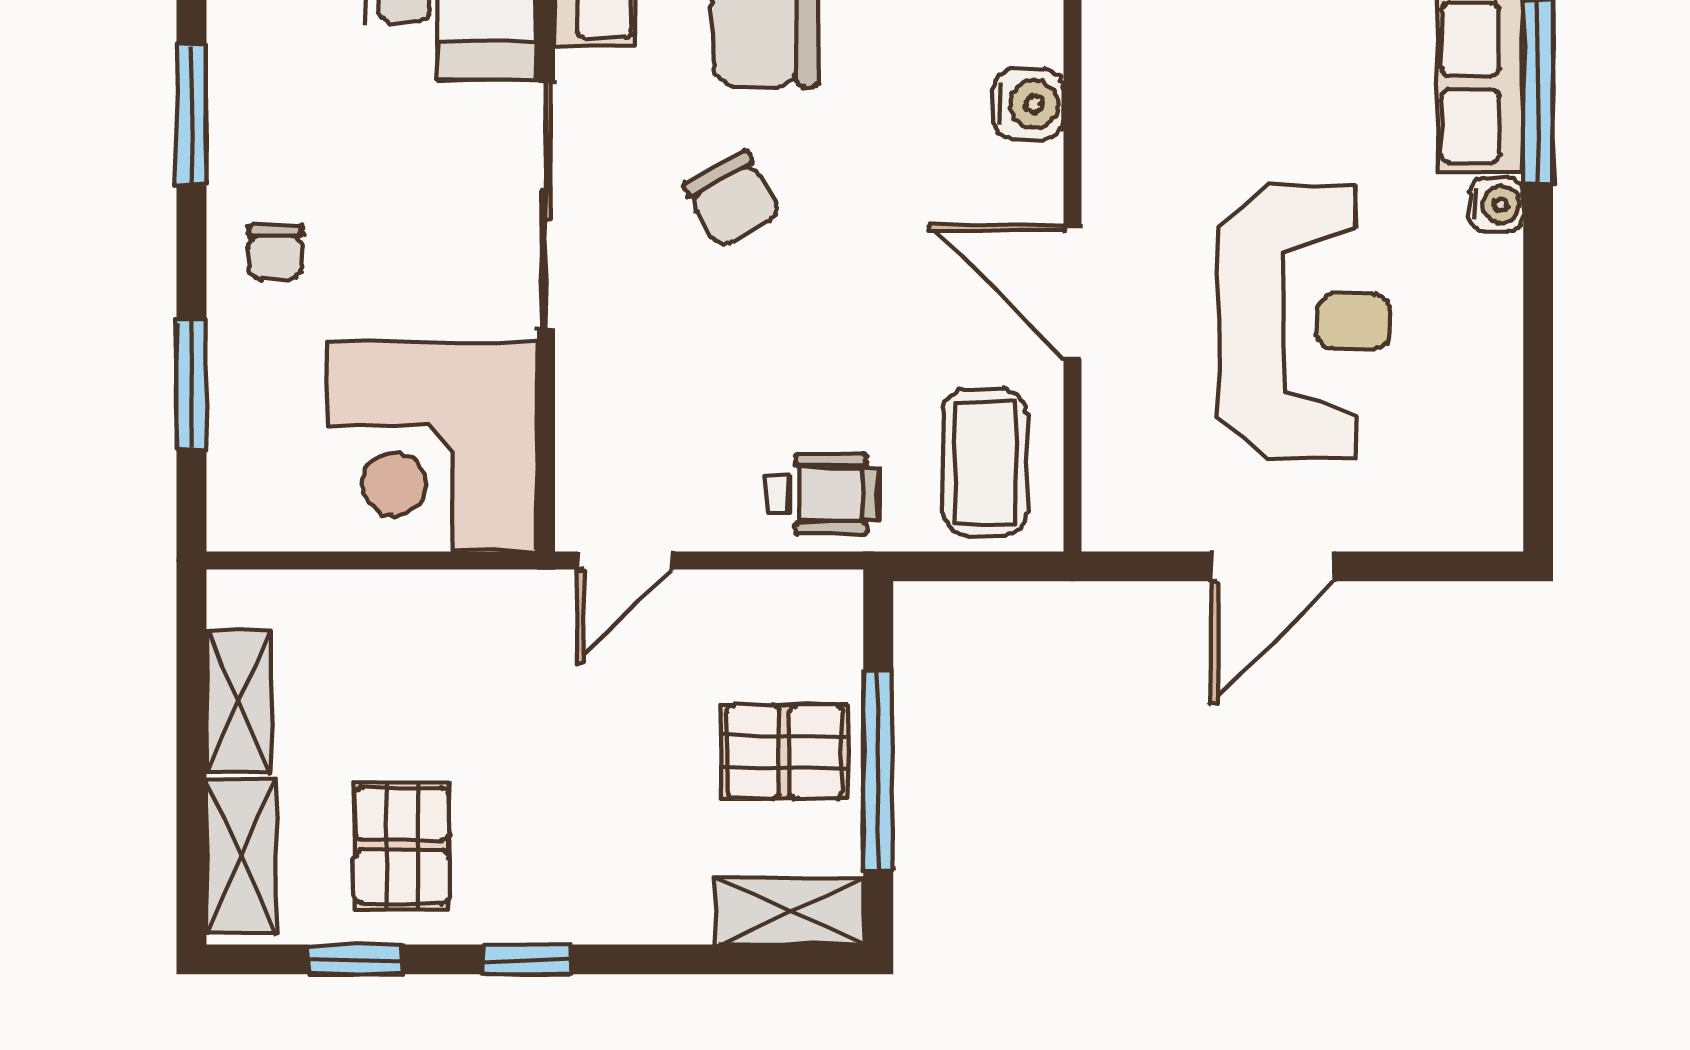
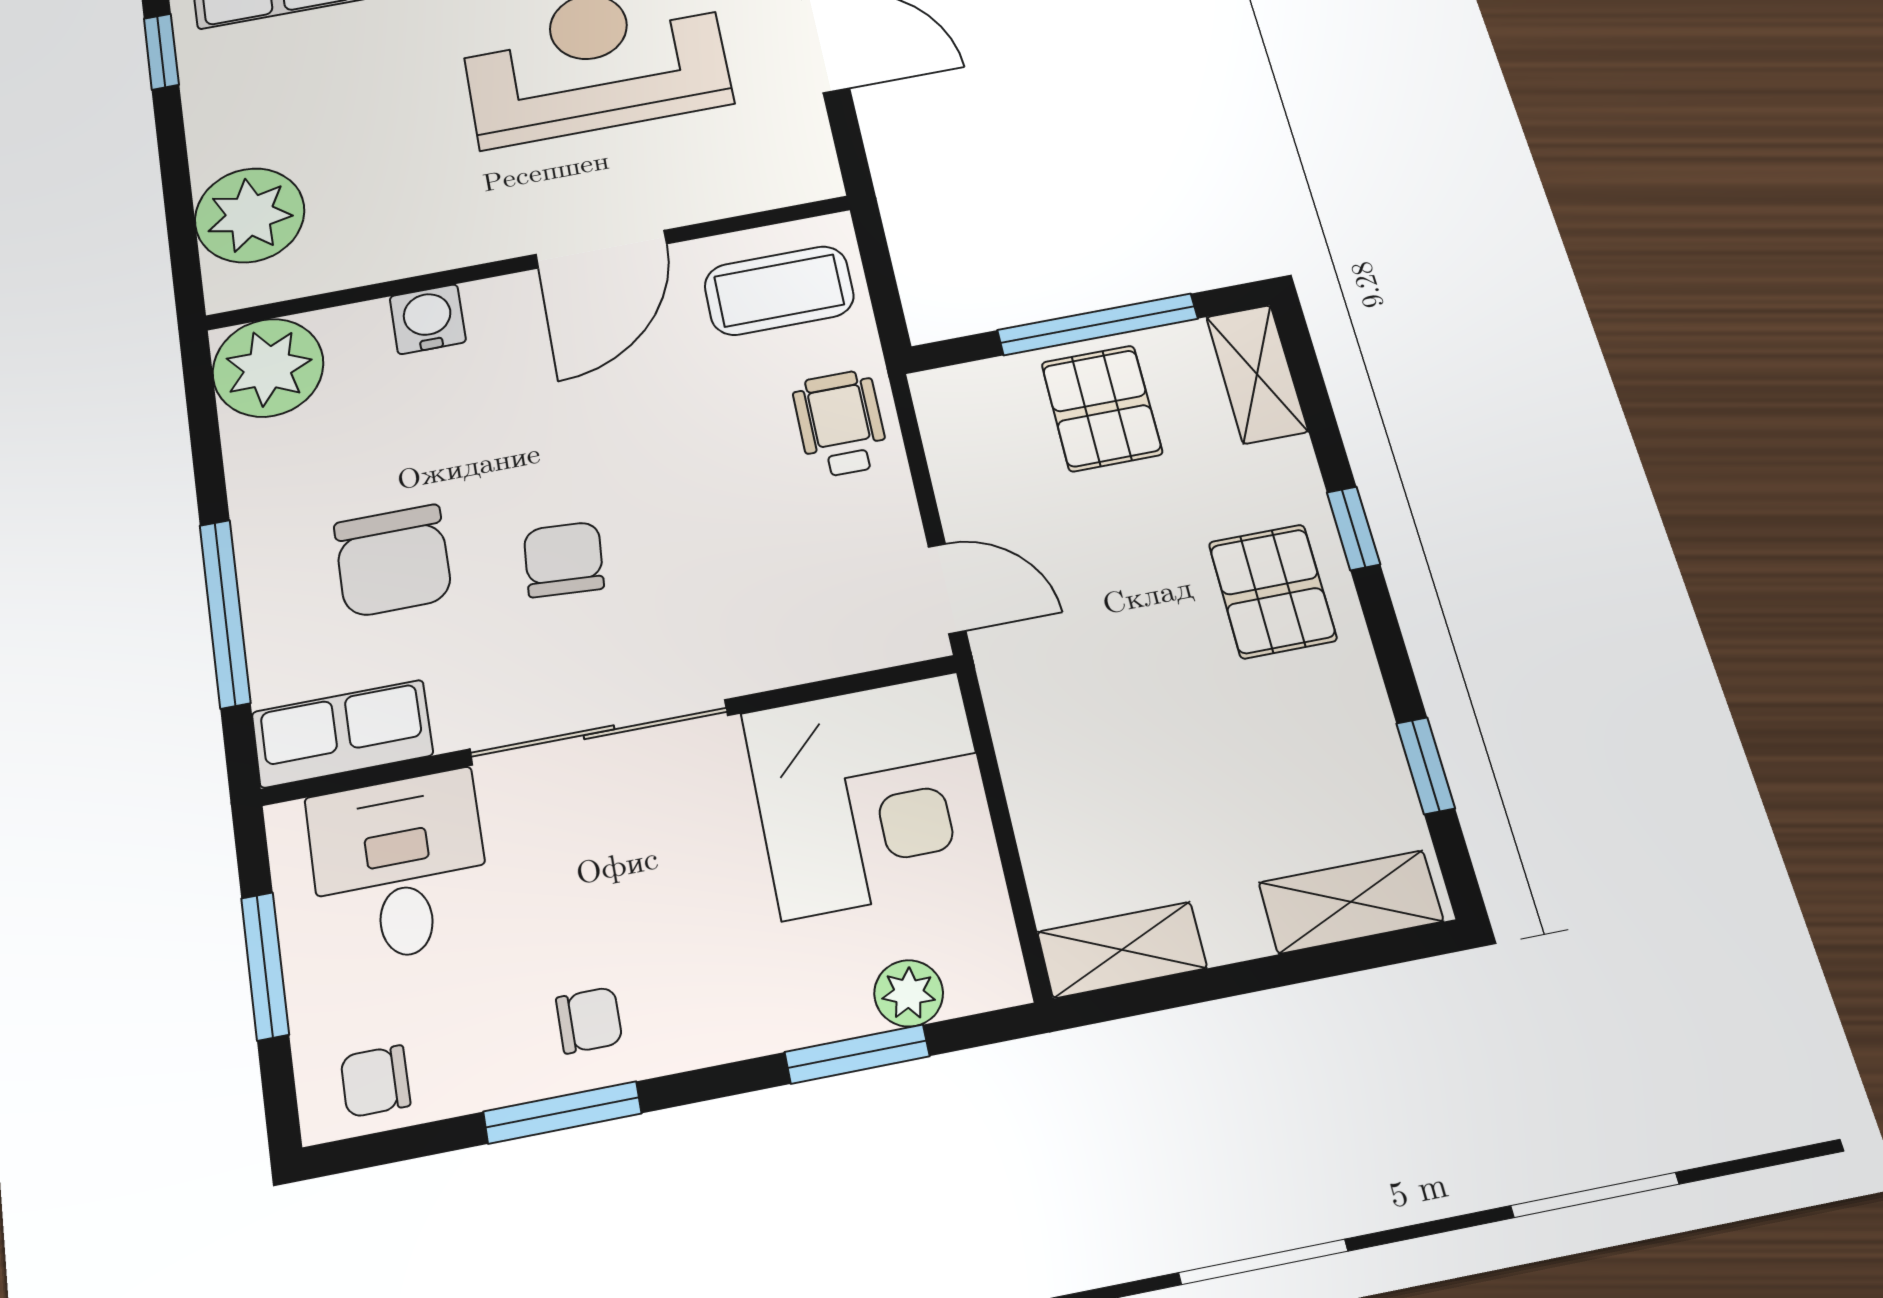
chair: (732, 200) -> (564, 559), turned -57
chair: (275, 252) -> (589, 1020), moved
plant: (237, 442) -> (909, 993), added
shelving: (239, 701) -> (1122, 950), moved
pallet: (402, 845) -> (1272, 591), moved, turned 90
window: (527, 959) -> (1353, 528), moved

